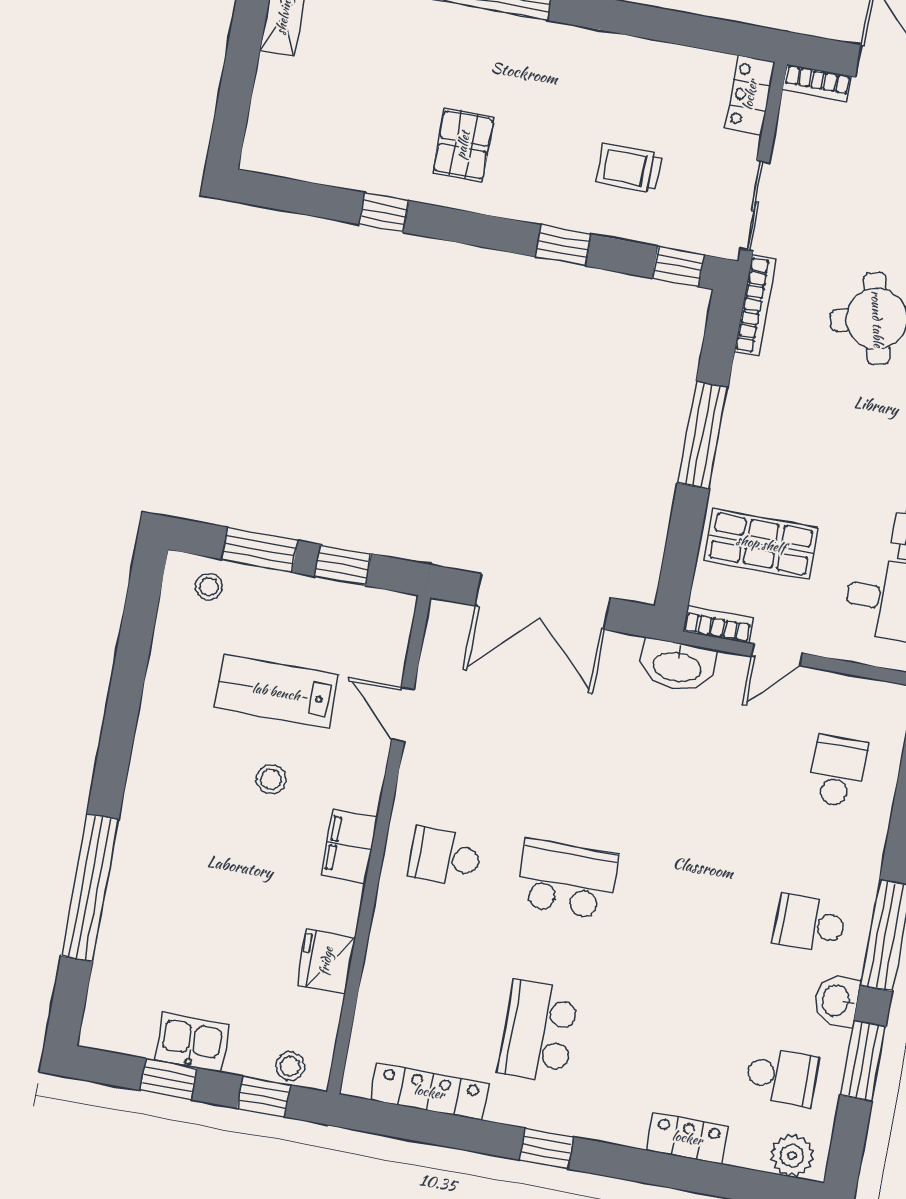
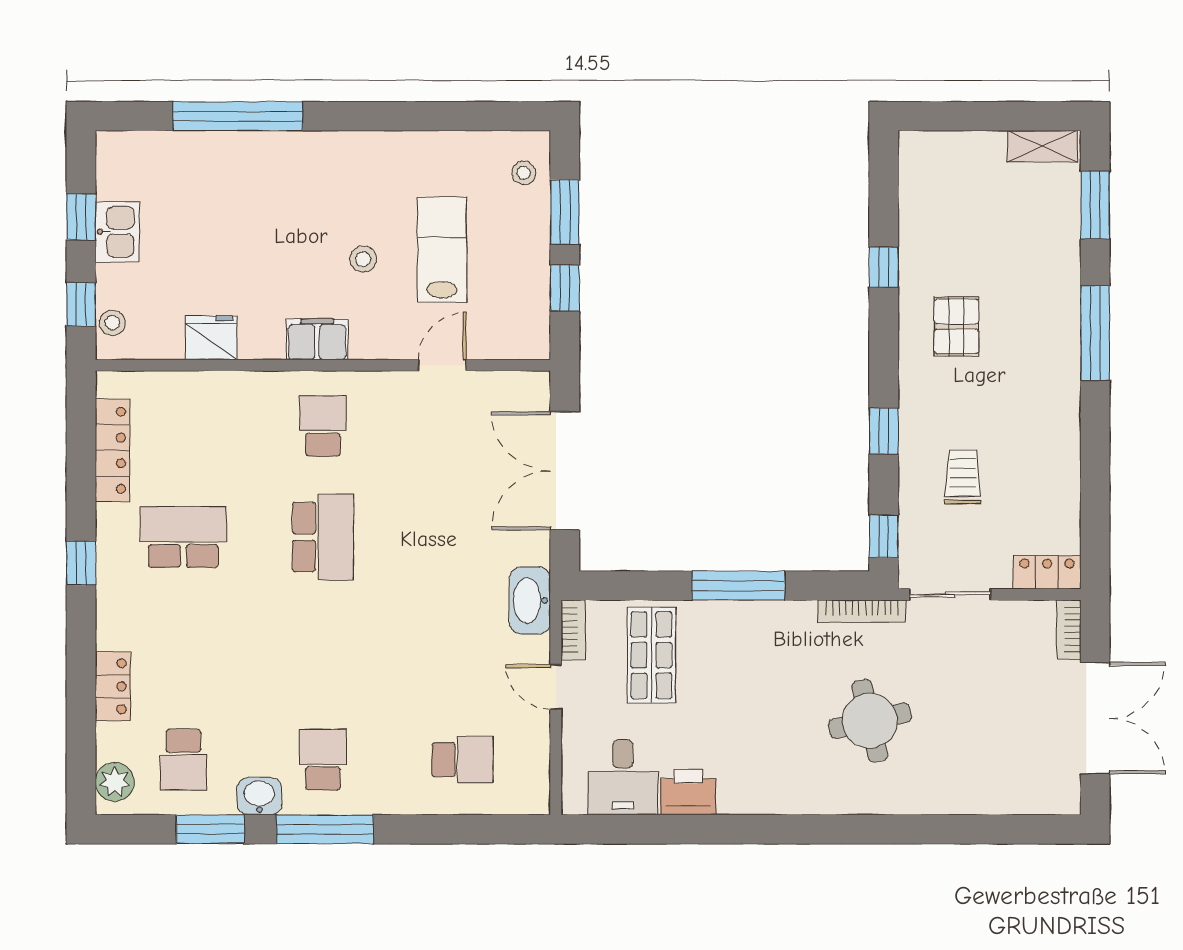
pallet: (463, 145) -> (957, 326), turned 90

